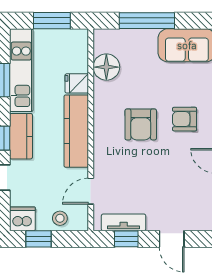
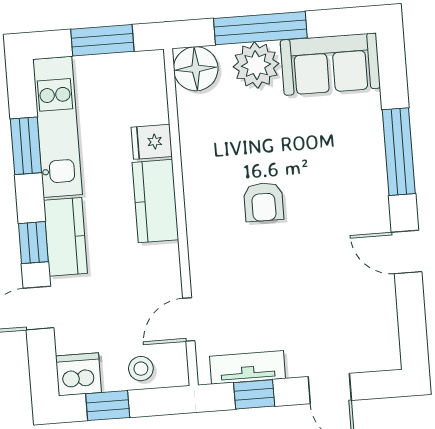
plant: (143, 43) -> (256, 65), added
floor lamp: (106, 67) -> (196, 69), moved
armchair: (185, 119) -> (336, 187), removed
armchair: (141, 124) -> (264, 202), width x0.72, depth x0.72
kitchen counter: (76, 131) -> (155, 201), width x0.67

